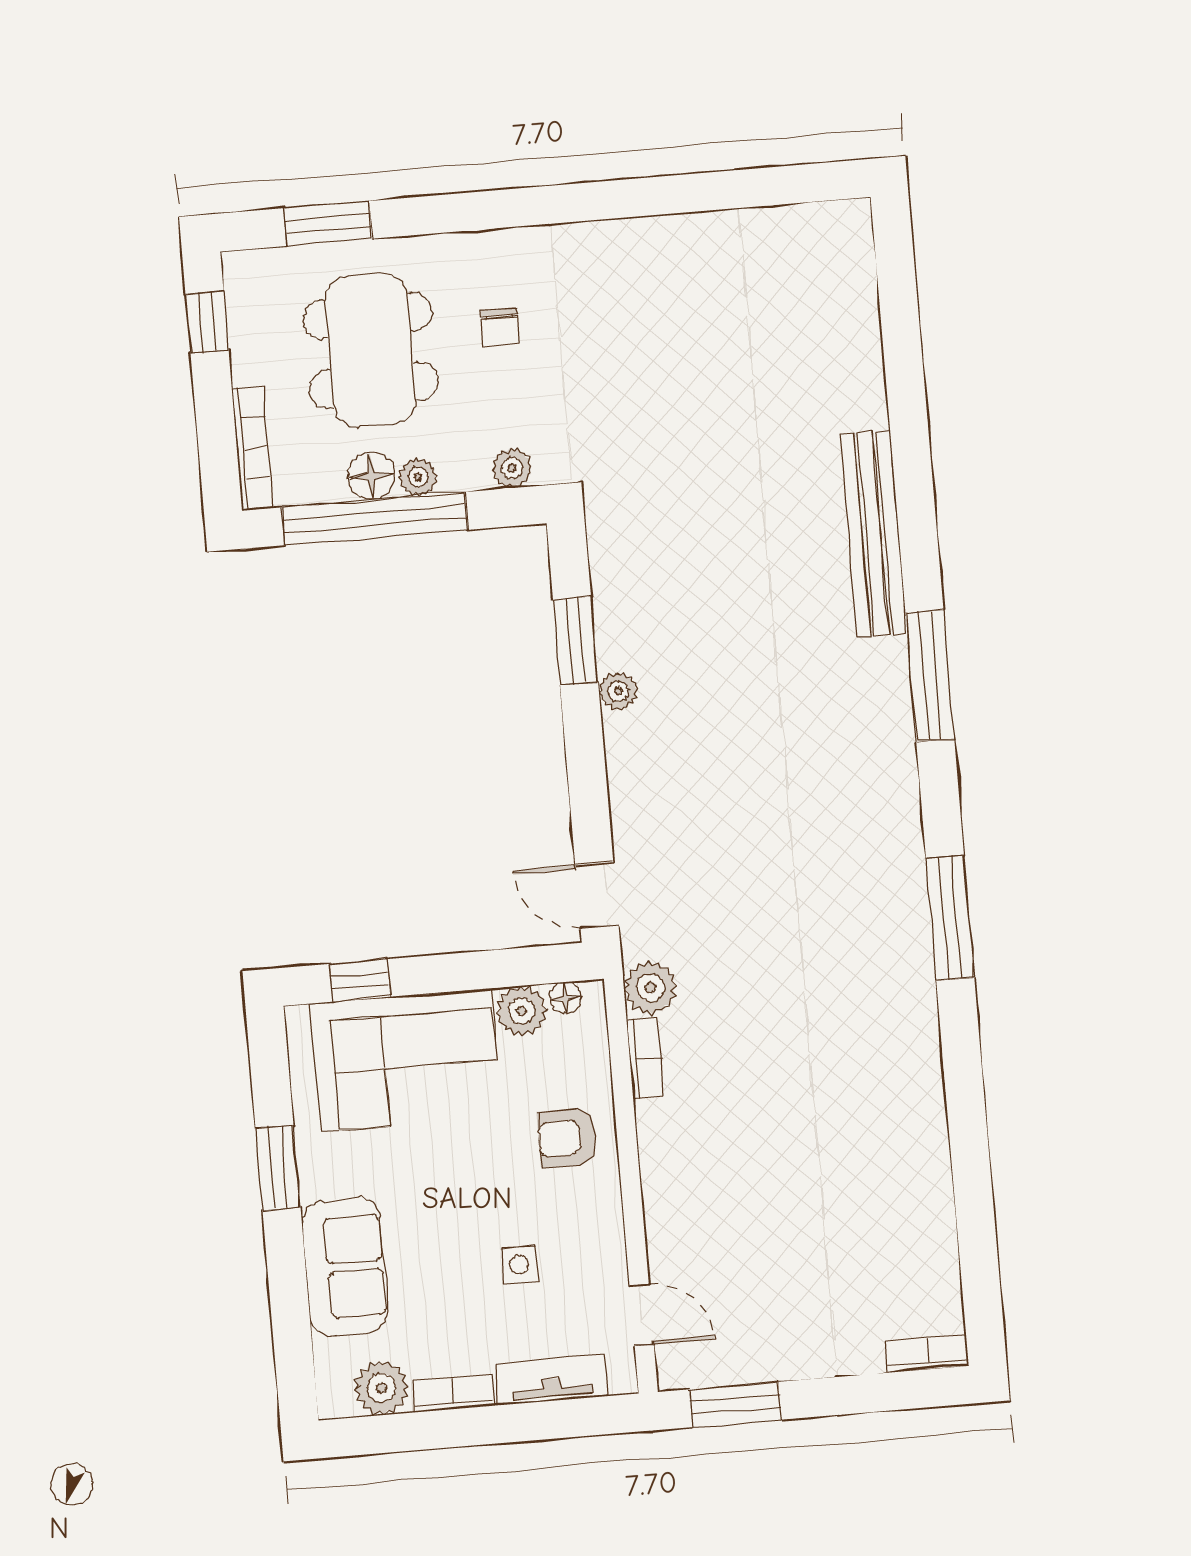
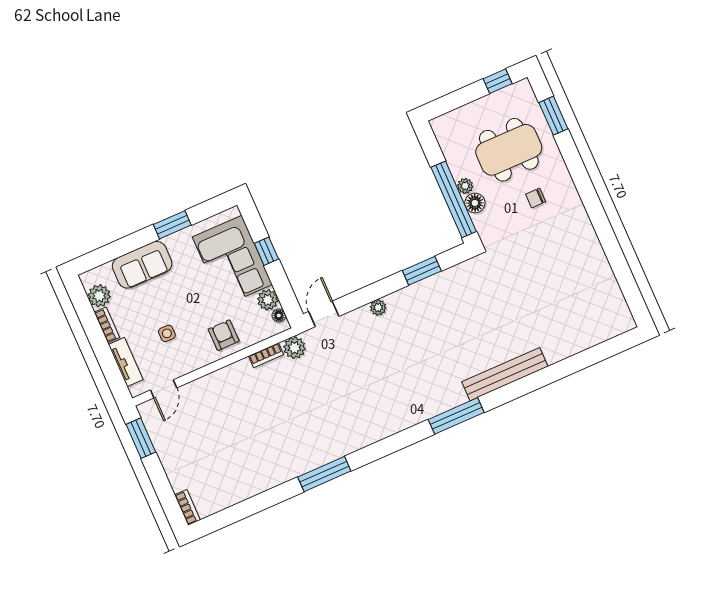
bookcase: (252, 448) -> (454, 116), removed
plant: (512, 468) -> (482, 222), removed
floor lamp: (371, 476) -> (475, 203), moved
window: (375, 519) -> (454, 199), moved
plant: (618, 691) -> (378, 307), moved
window: (950, 918) -> (324, 474), moved
window: (360, 980) -> (266, 251), moved

